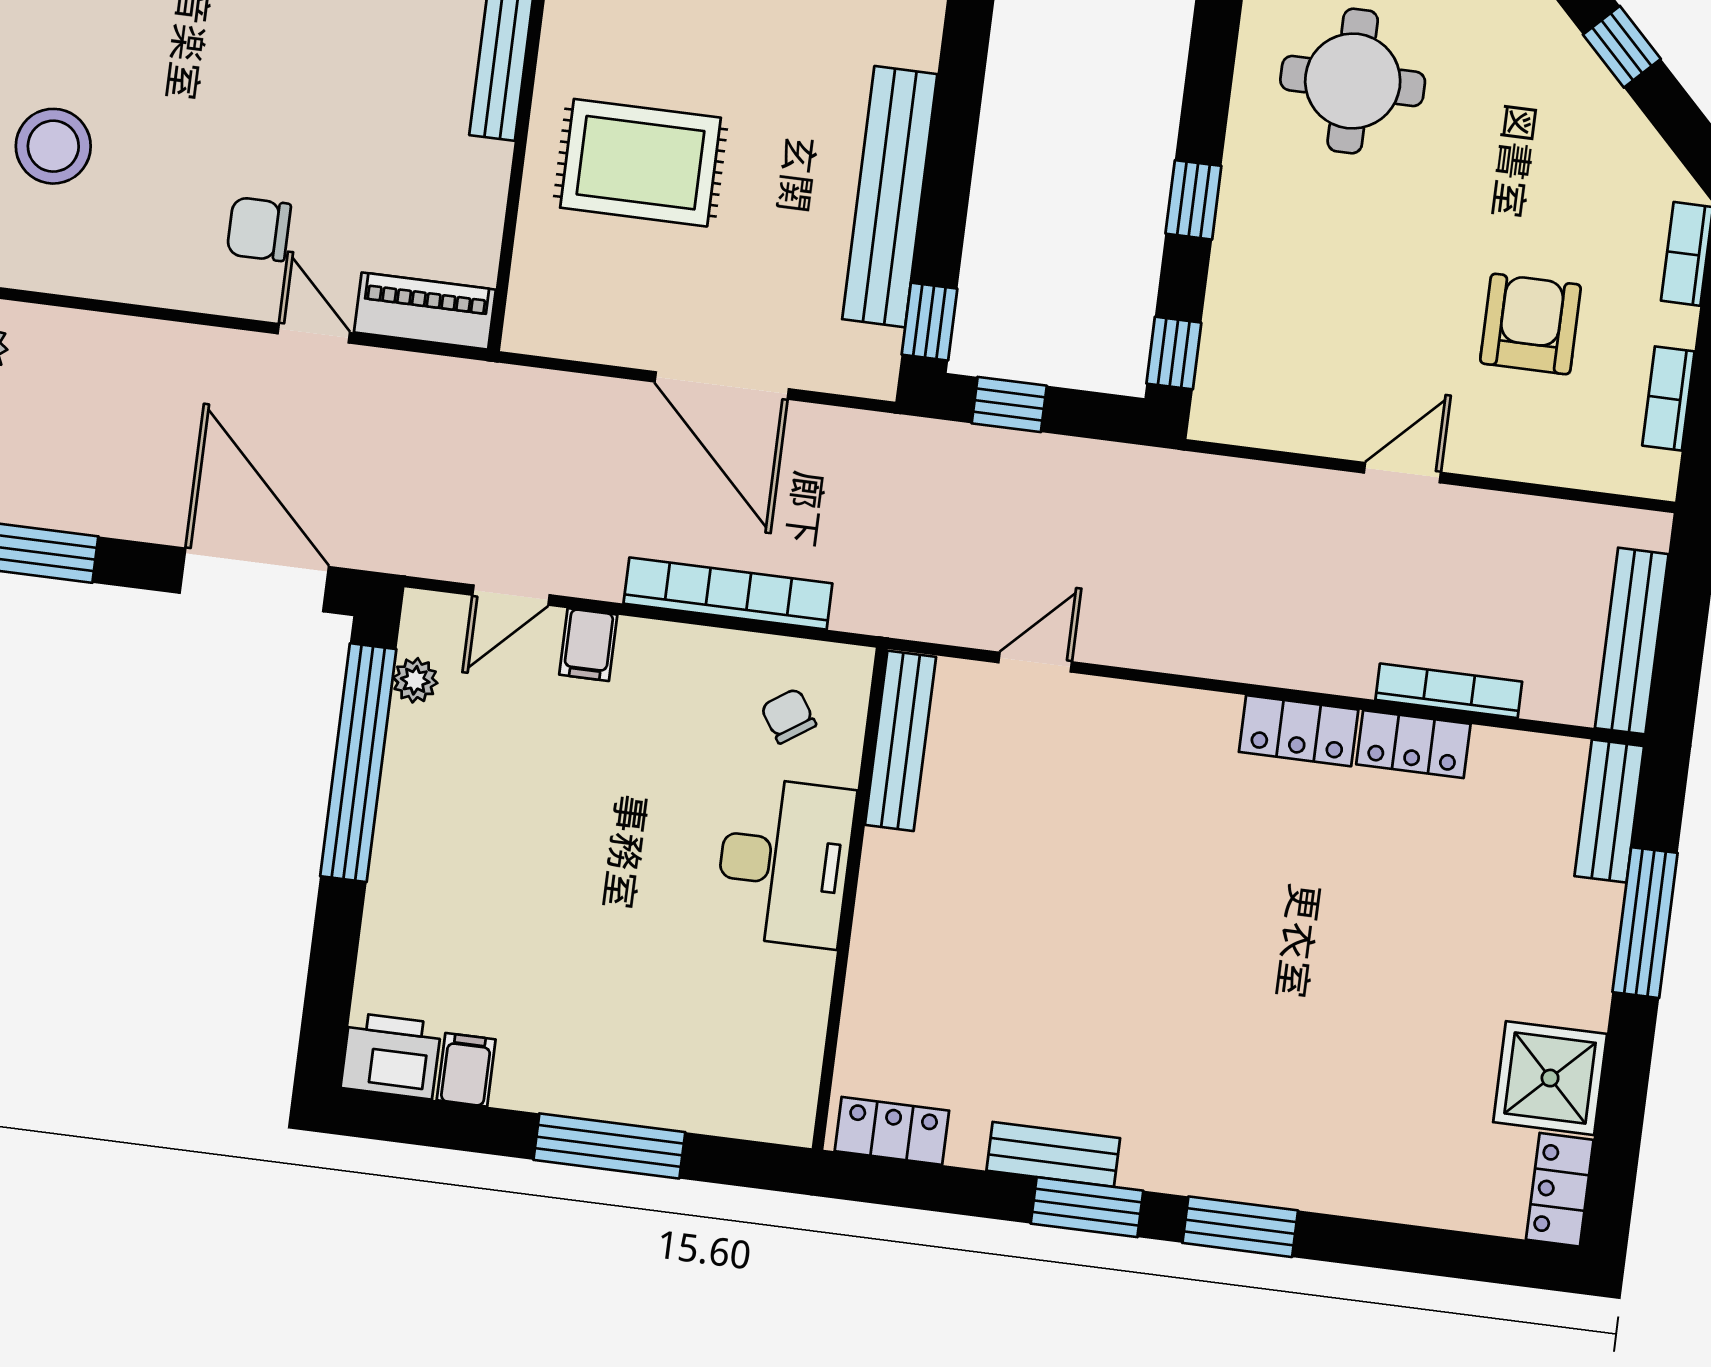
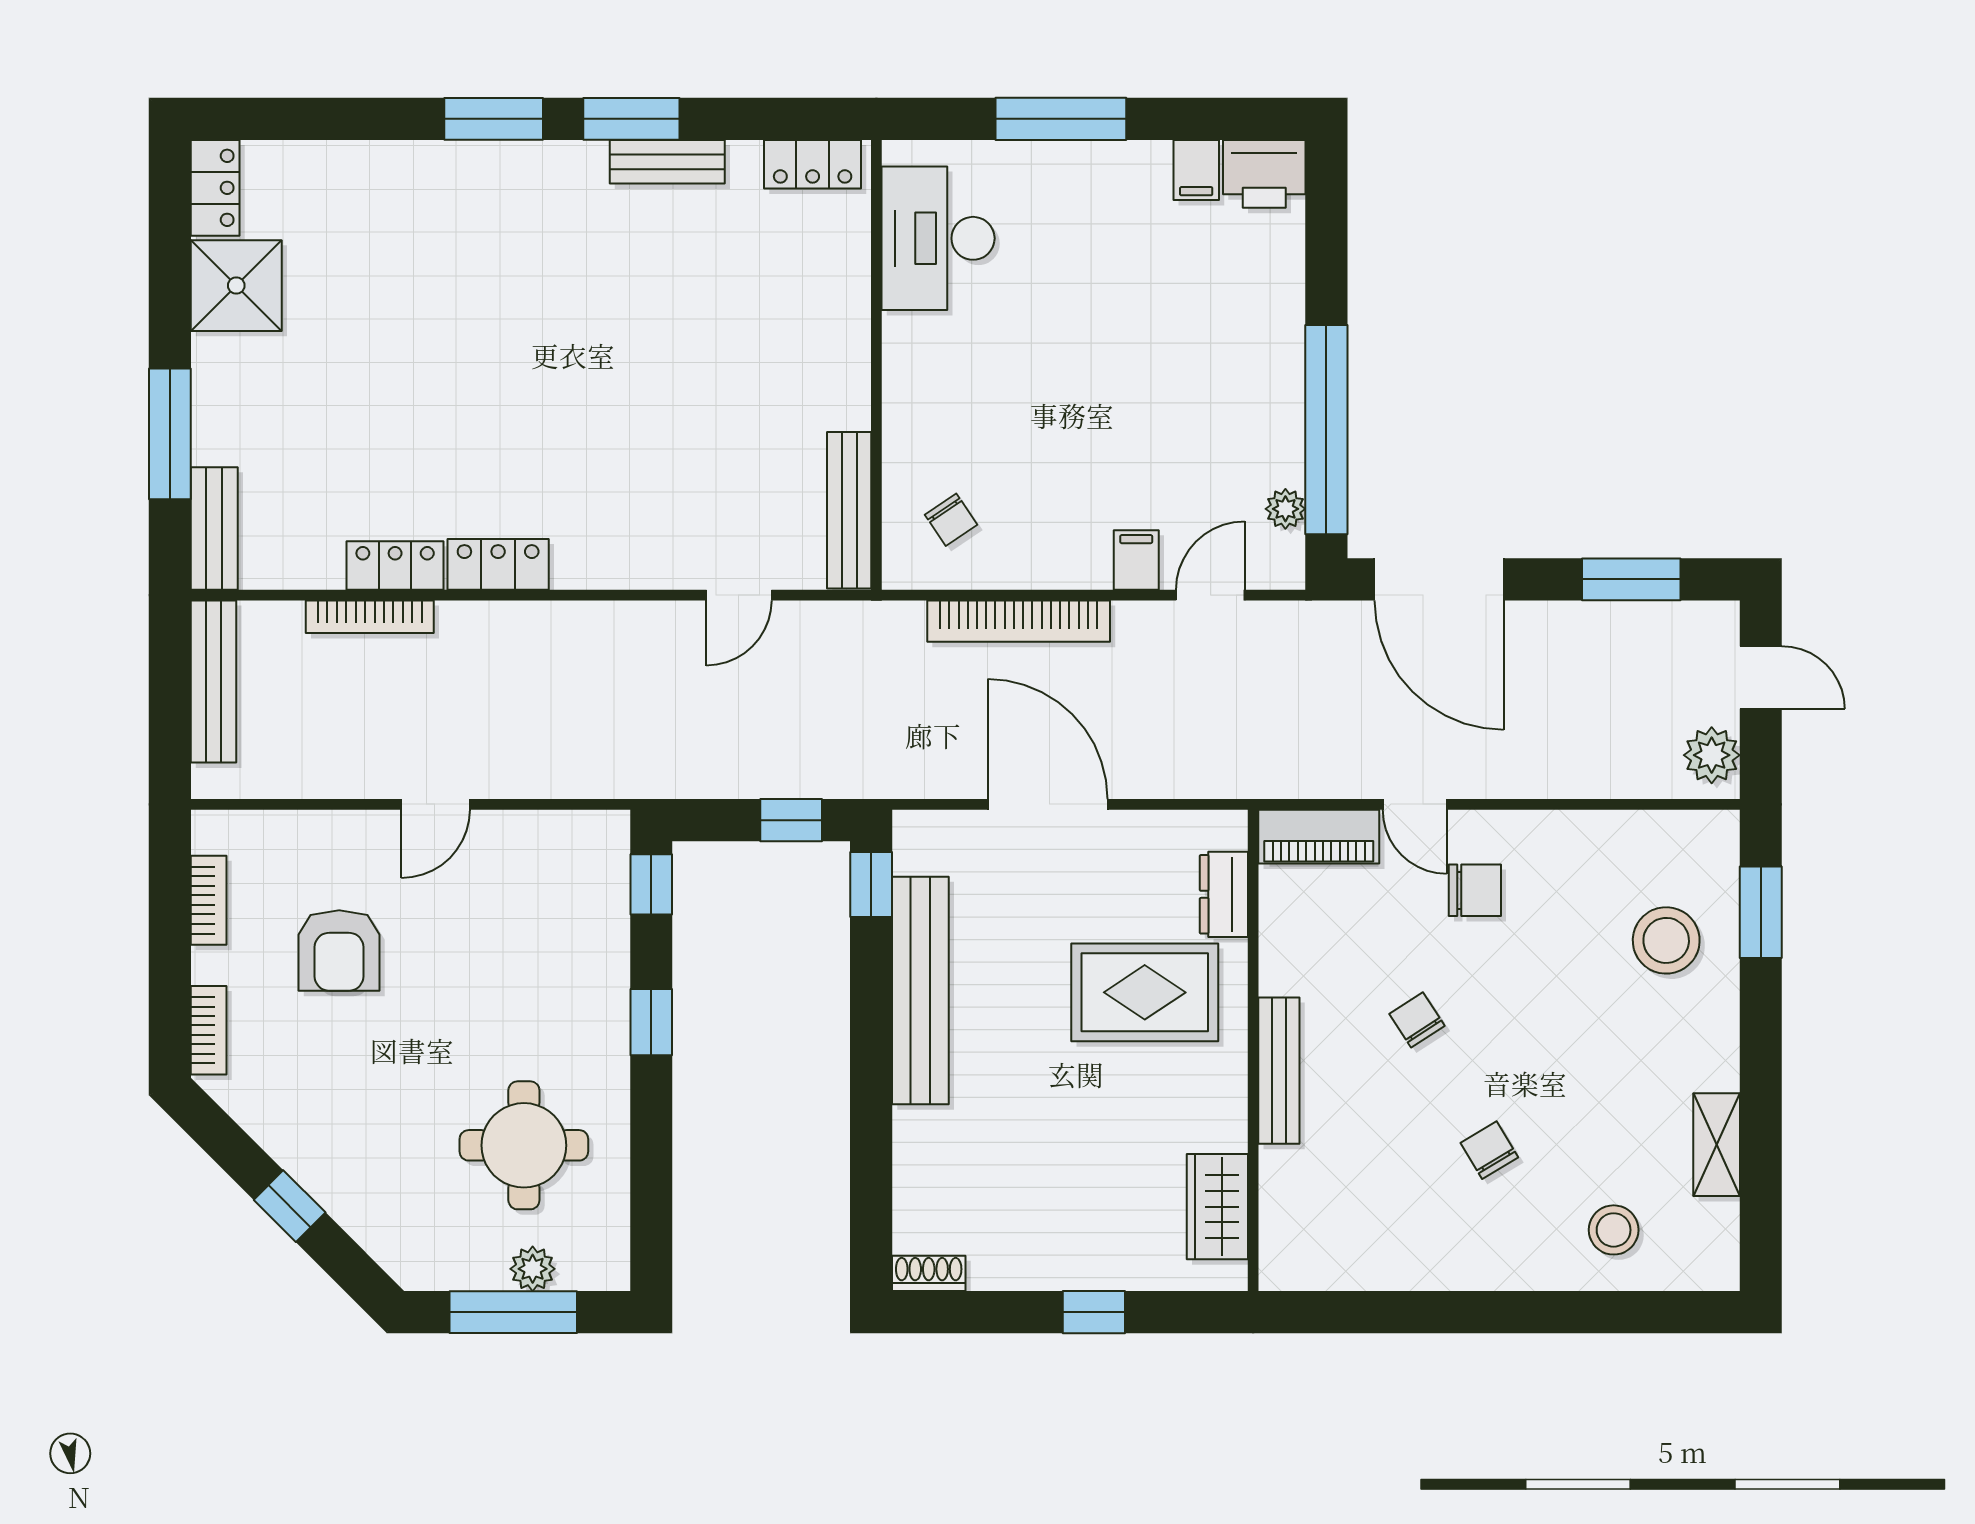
chair: (342, 93) -> (1417, 1020), added
dresser: (539, 260) -> (1224, 894), added
desk: (785, 862) -> (938, 238), moved

